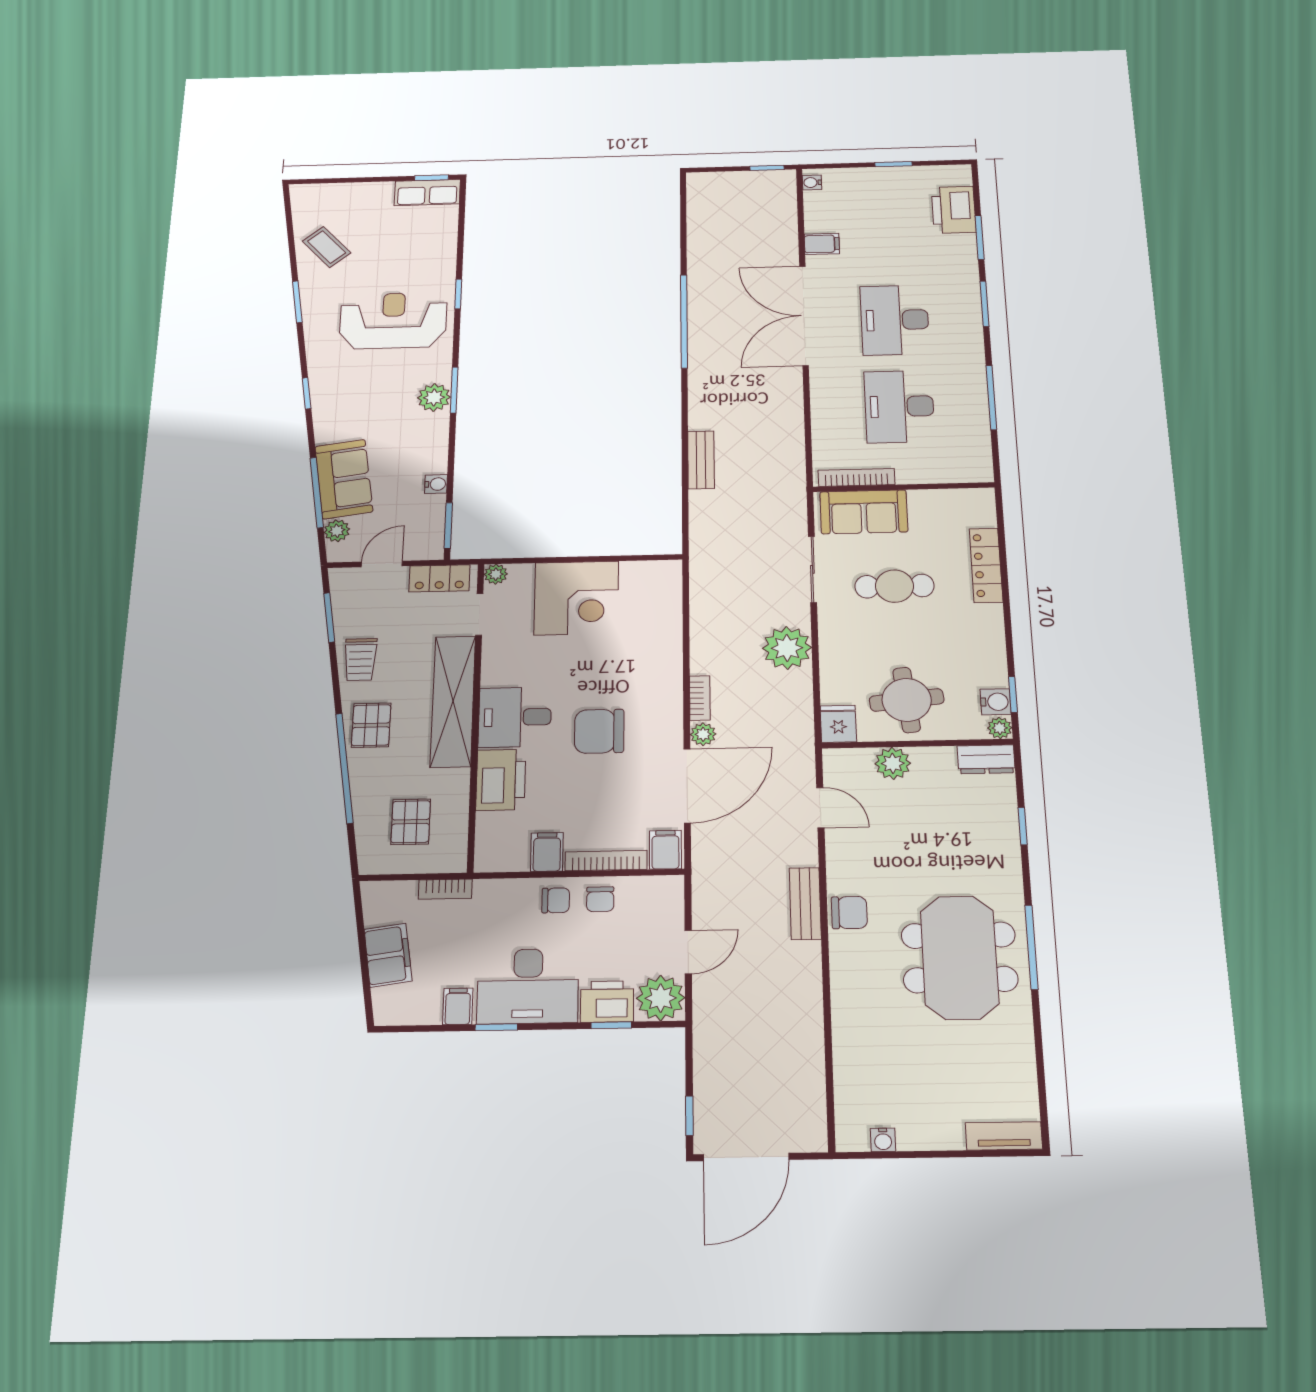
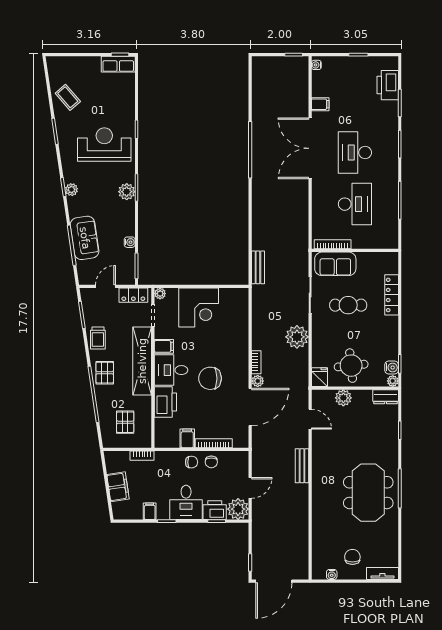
desk: (899, 406) -> (355, 204), turned 180
bench: (701, 460) -> (258, 267), moved
plant: (337, 531) -> (71, 190), moved
filing cabinet: (665, 850) -> (164, 346), moved, turned 90
chair: (849, 913) -> (352, 557), moved, turned -90
desk: (528, 986) -> (186, 502), width x0.73

